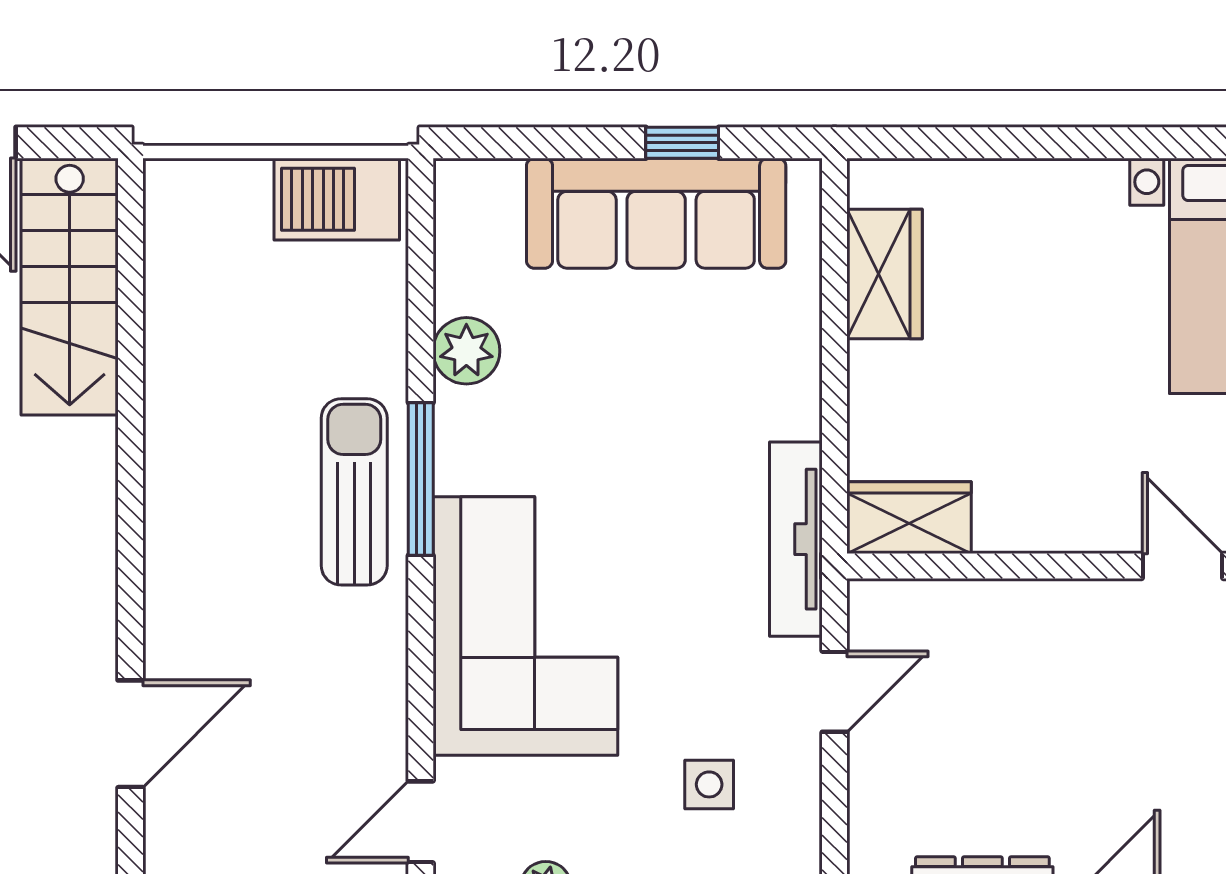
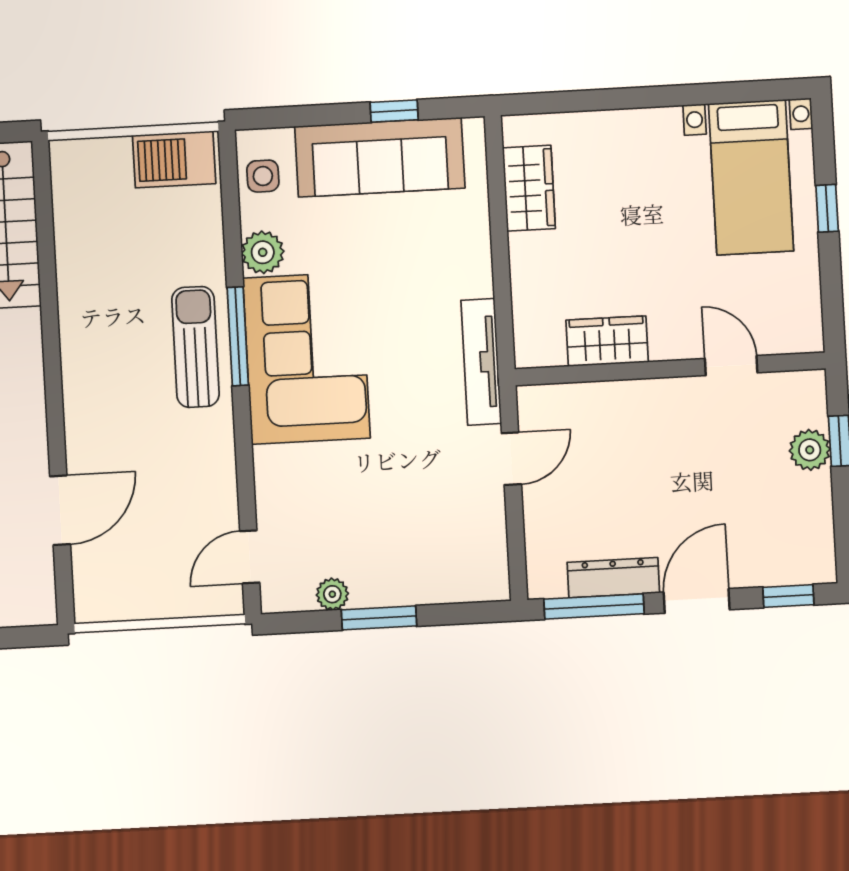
wardrobe: (909, 518) -> (607, 341), moved
corner sofa: (525, 626) -> (306, 358), moved
side table: (709, 784) -> (263, 176), moved

